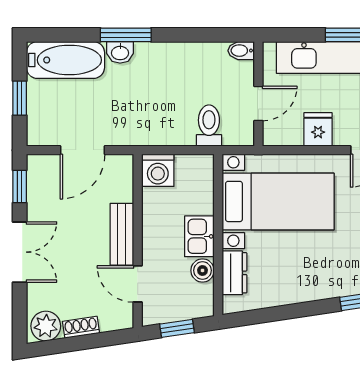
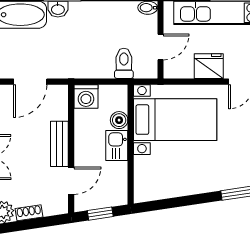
fridge: (318, 129) -> (209, 66), width x1.38
boiler: (202, 270) -> (119, 120), moved
dresser: (234, 273) -> (143, 172), removed
door: (138, 284) -> (71, 181), swing flipped

